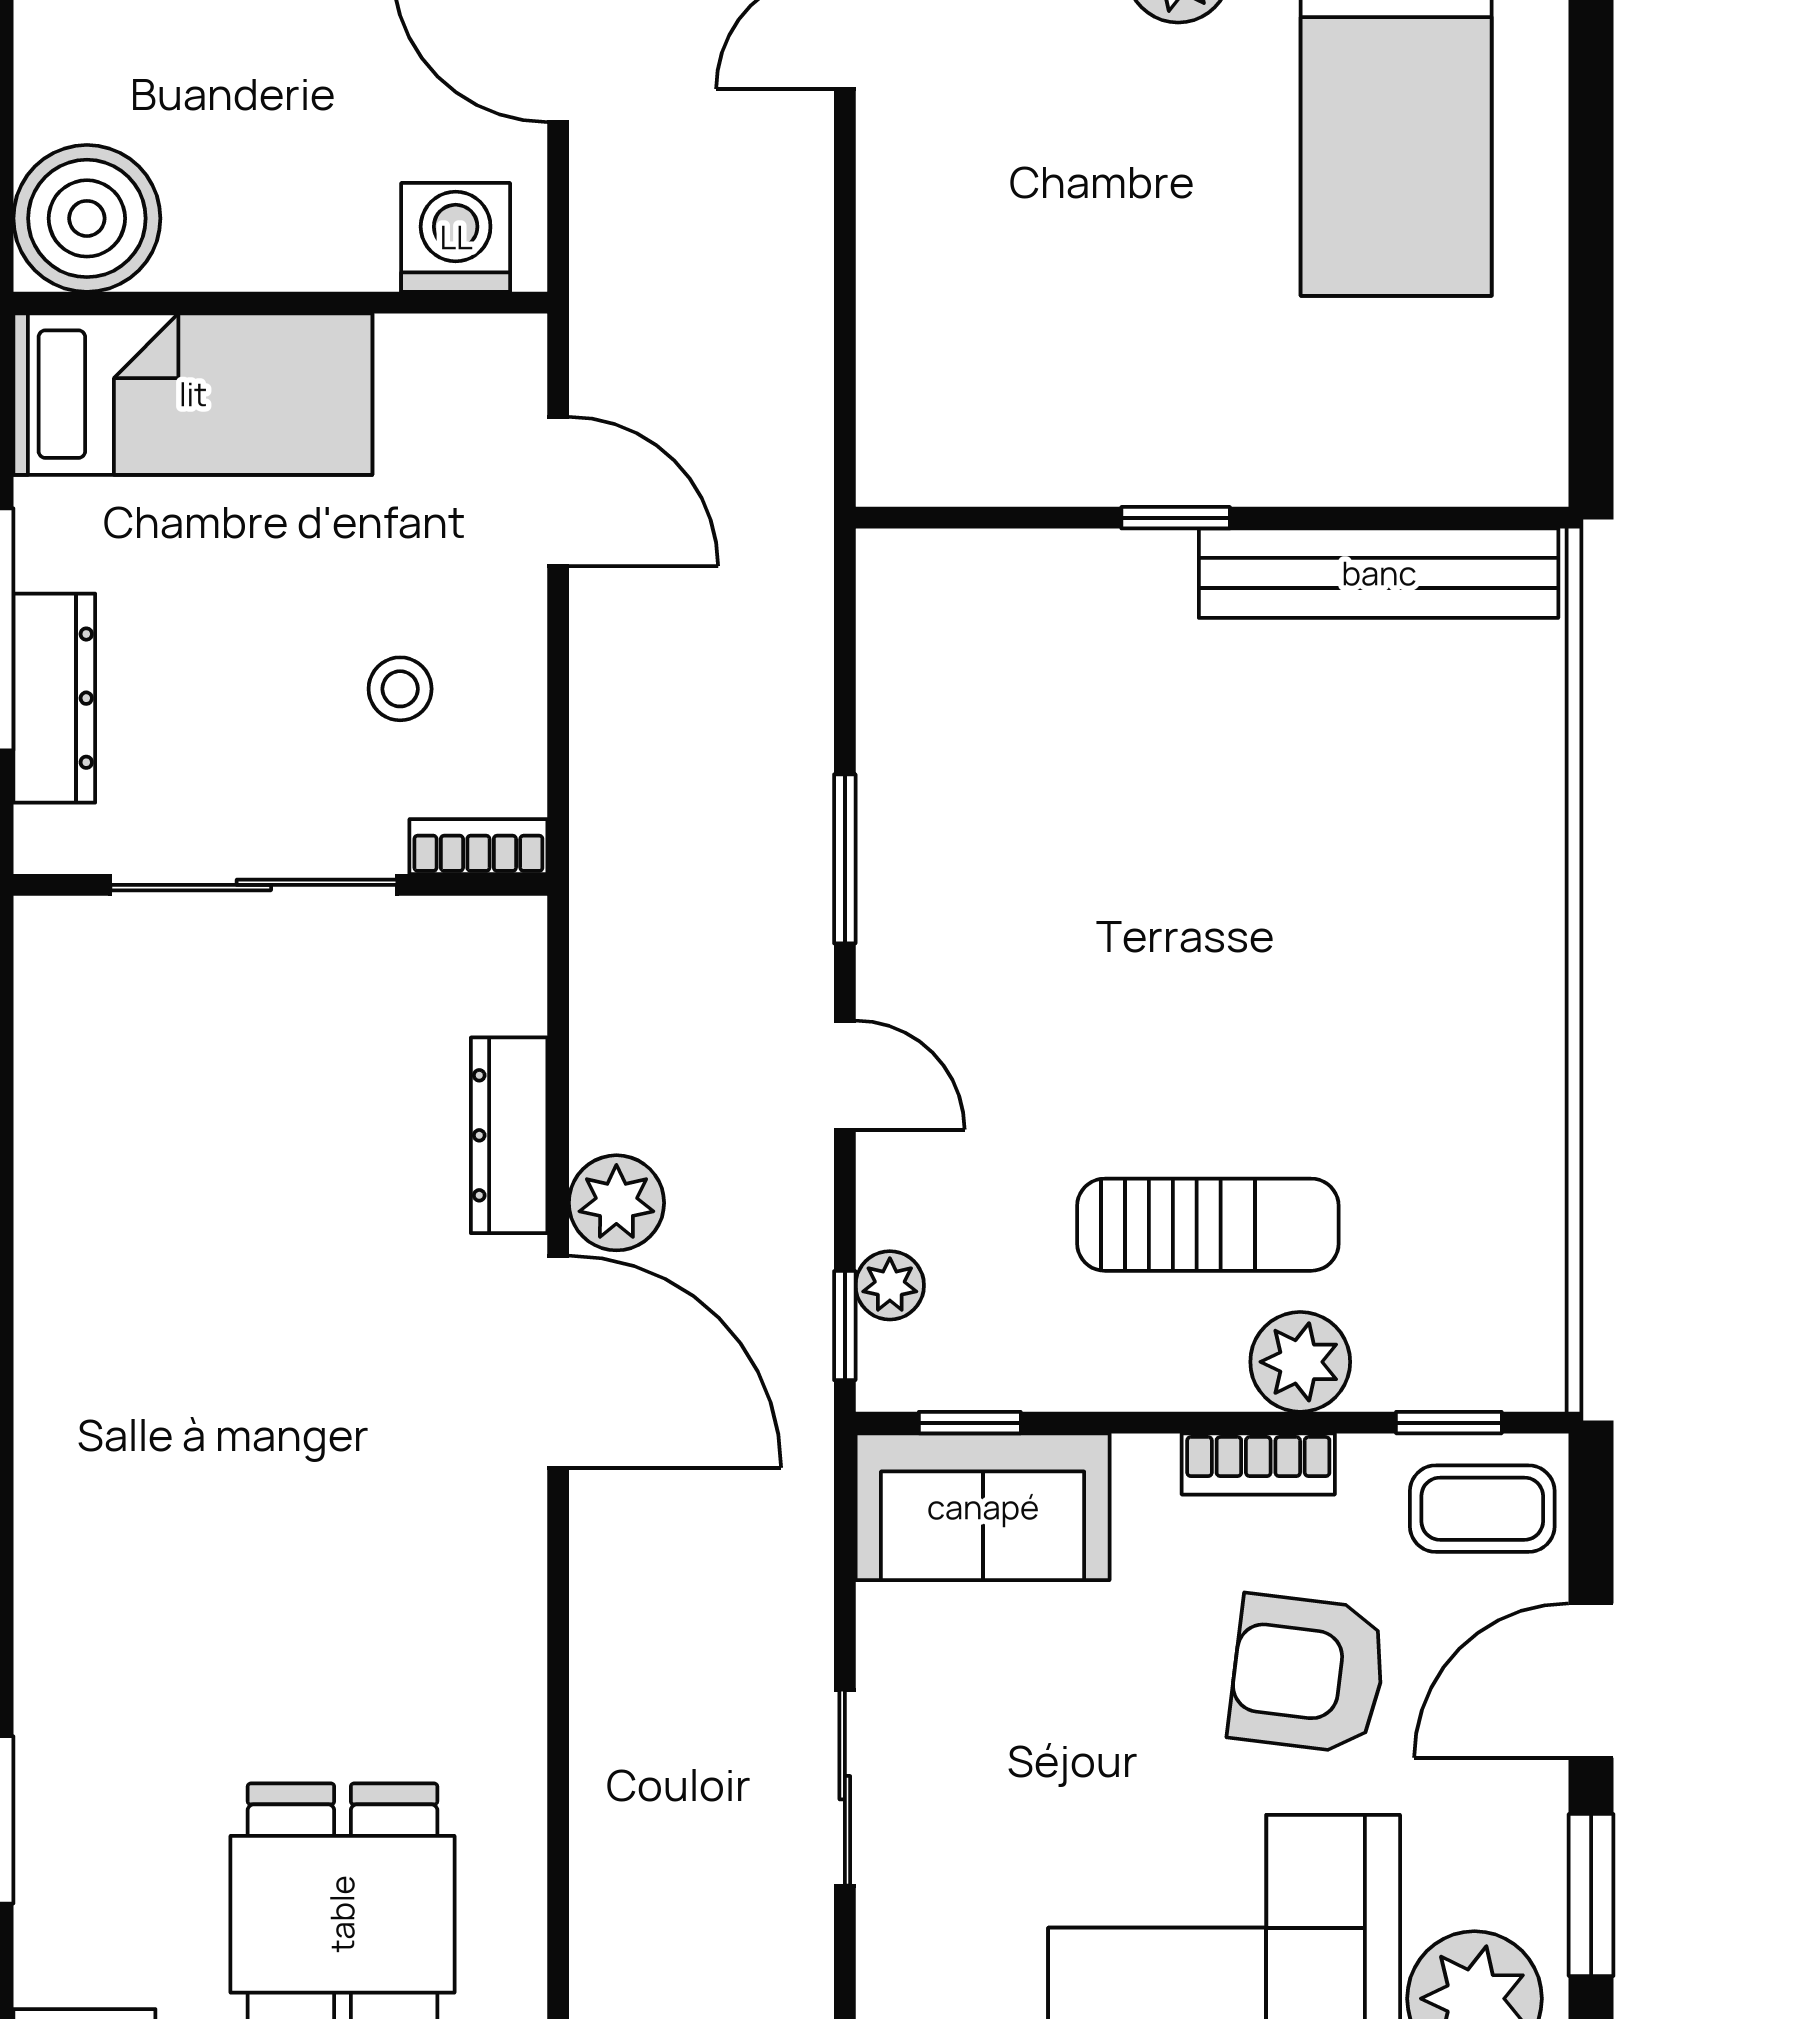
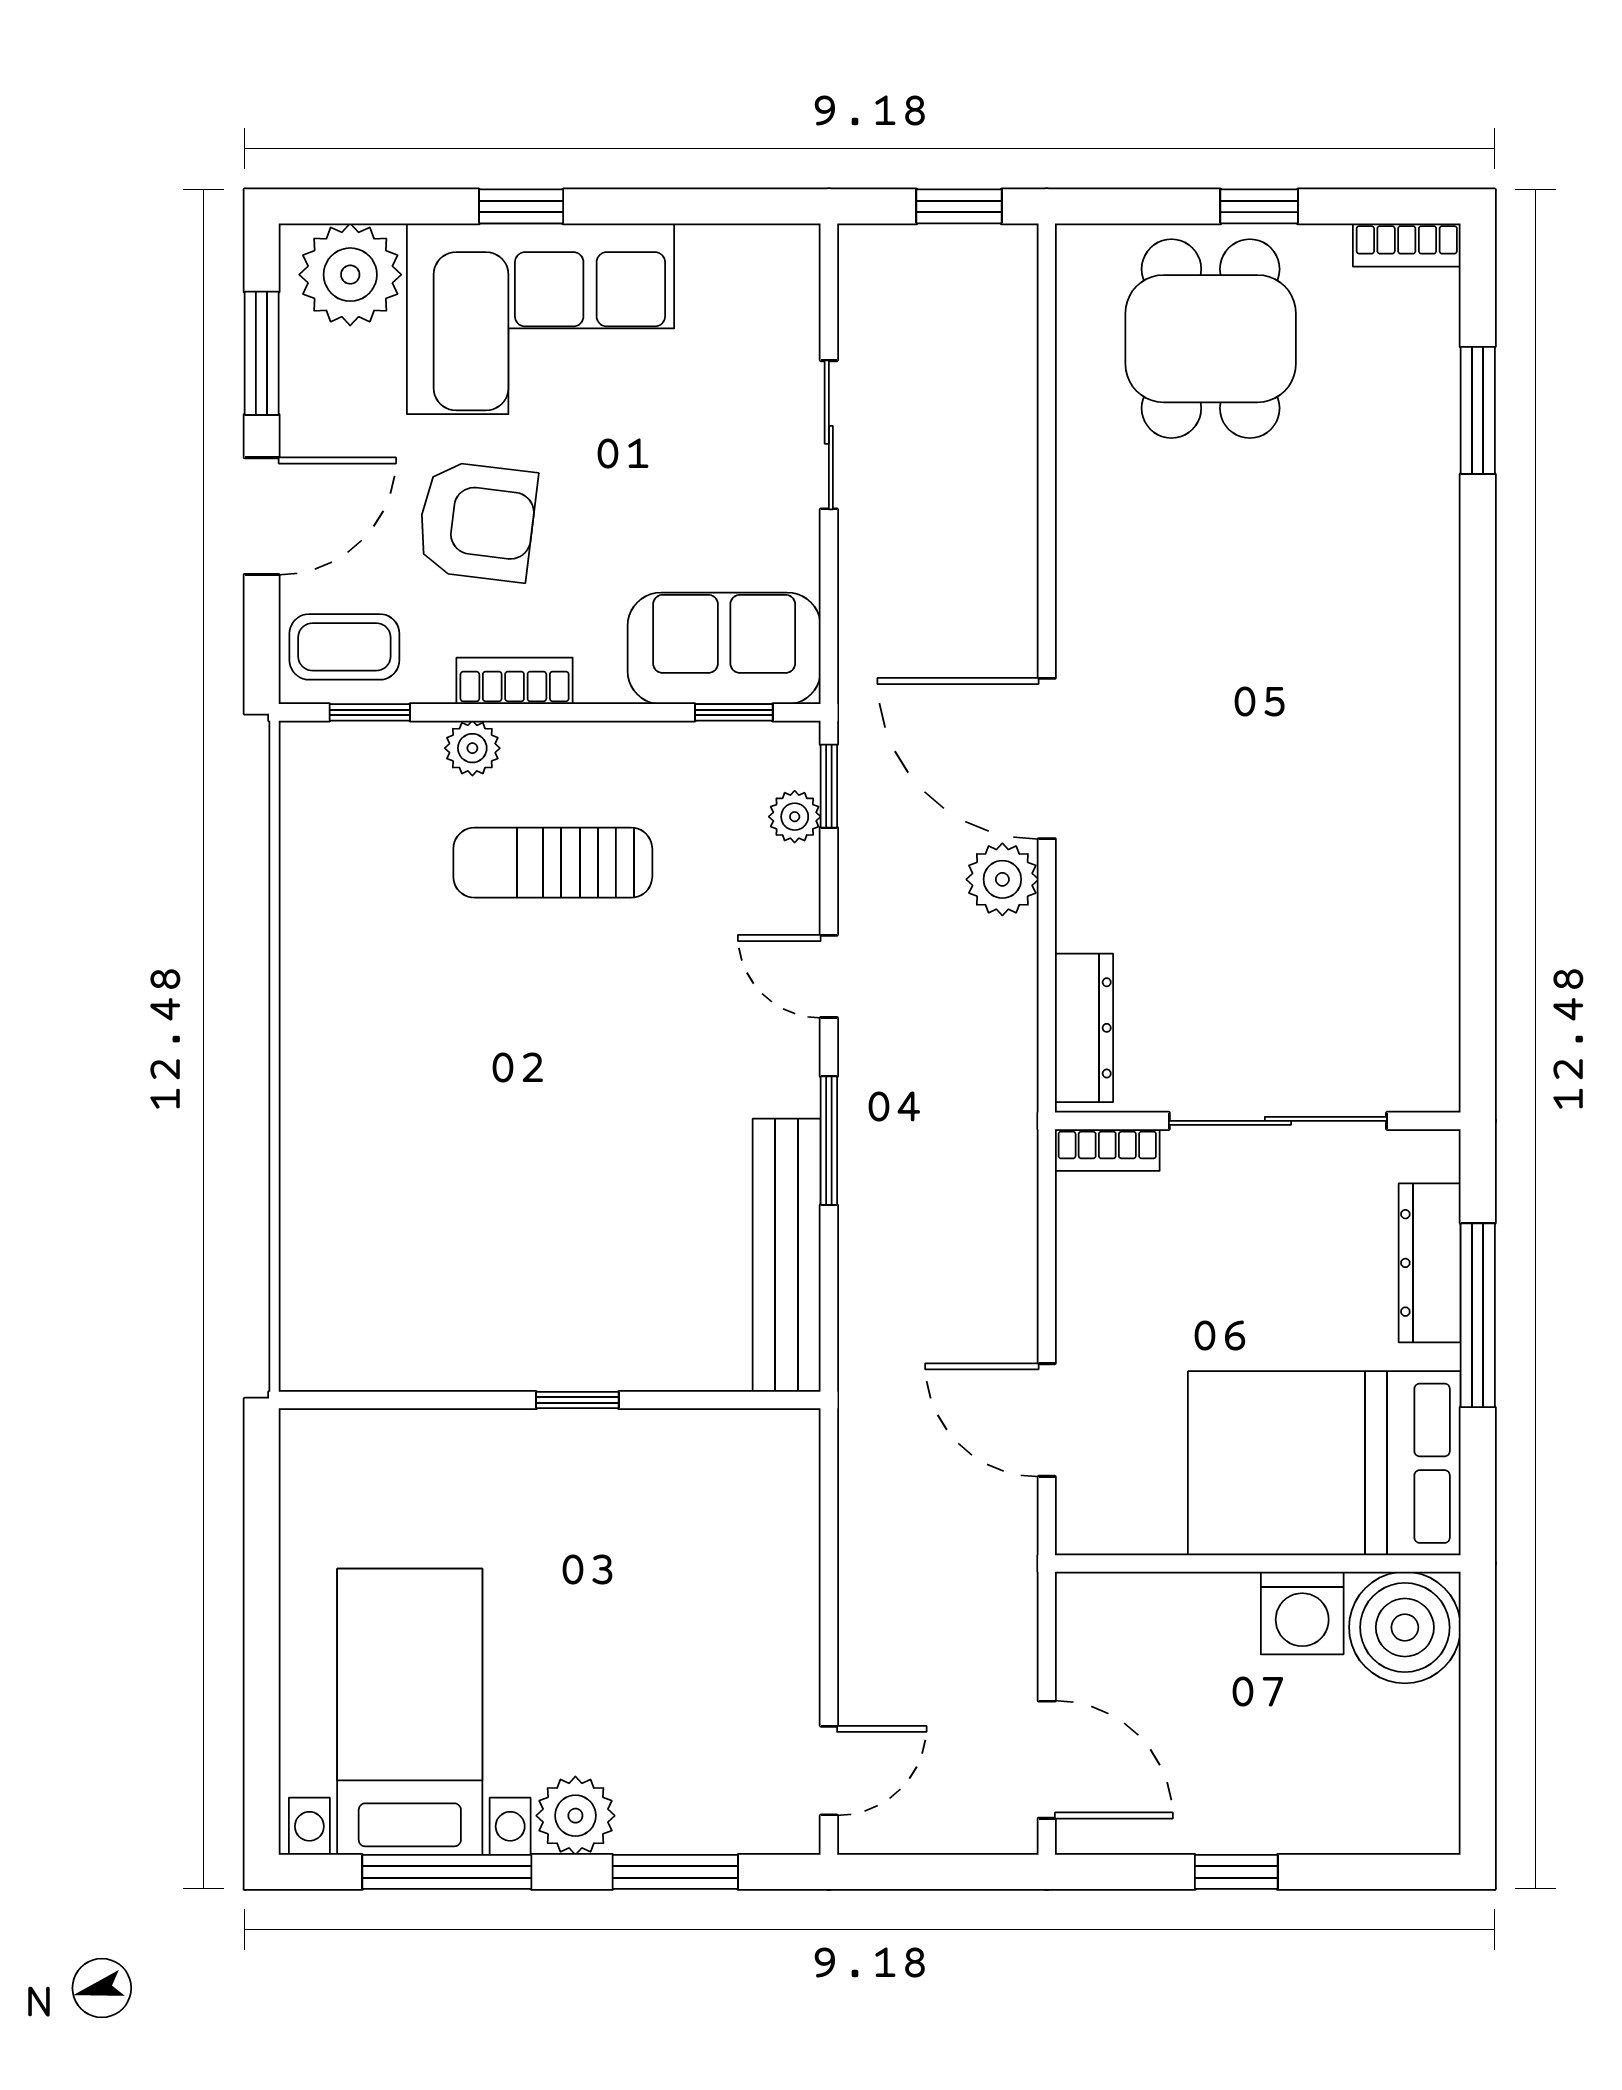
washing machine: (456, 237) -> (1302, 1613), moved
bed: (193, 394) -> (1324, 1463), width x1.50
bench: (1379, 573) -> (787, 1255), moved, turned 90
stool: (400, 689) -> (1167, 1270), removed
dresser: (509, 1135) -> (1084, 1028), moved
plant: (1300, 1362) -> (472, 748), width x0.73, depth x0.73

